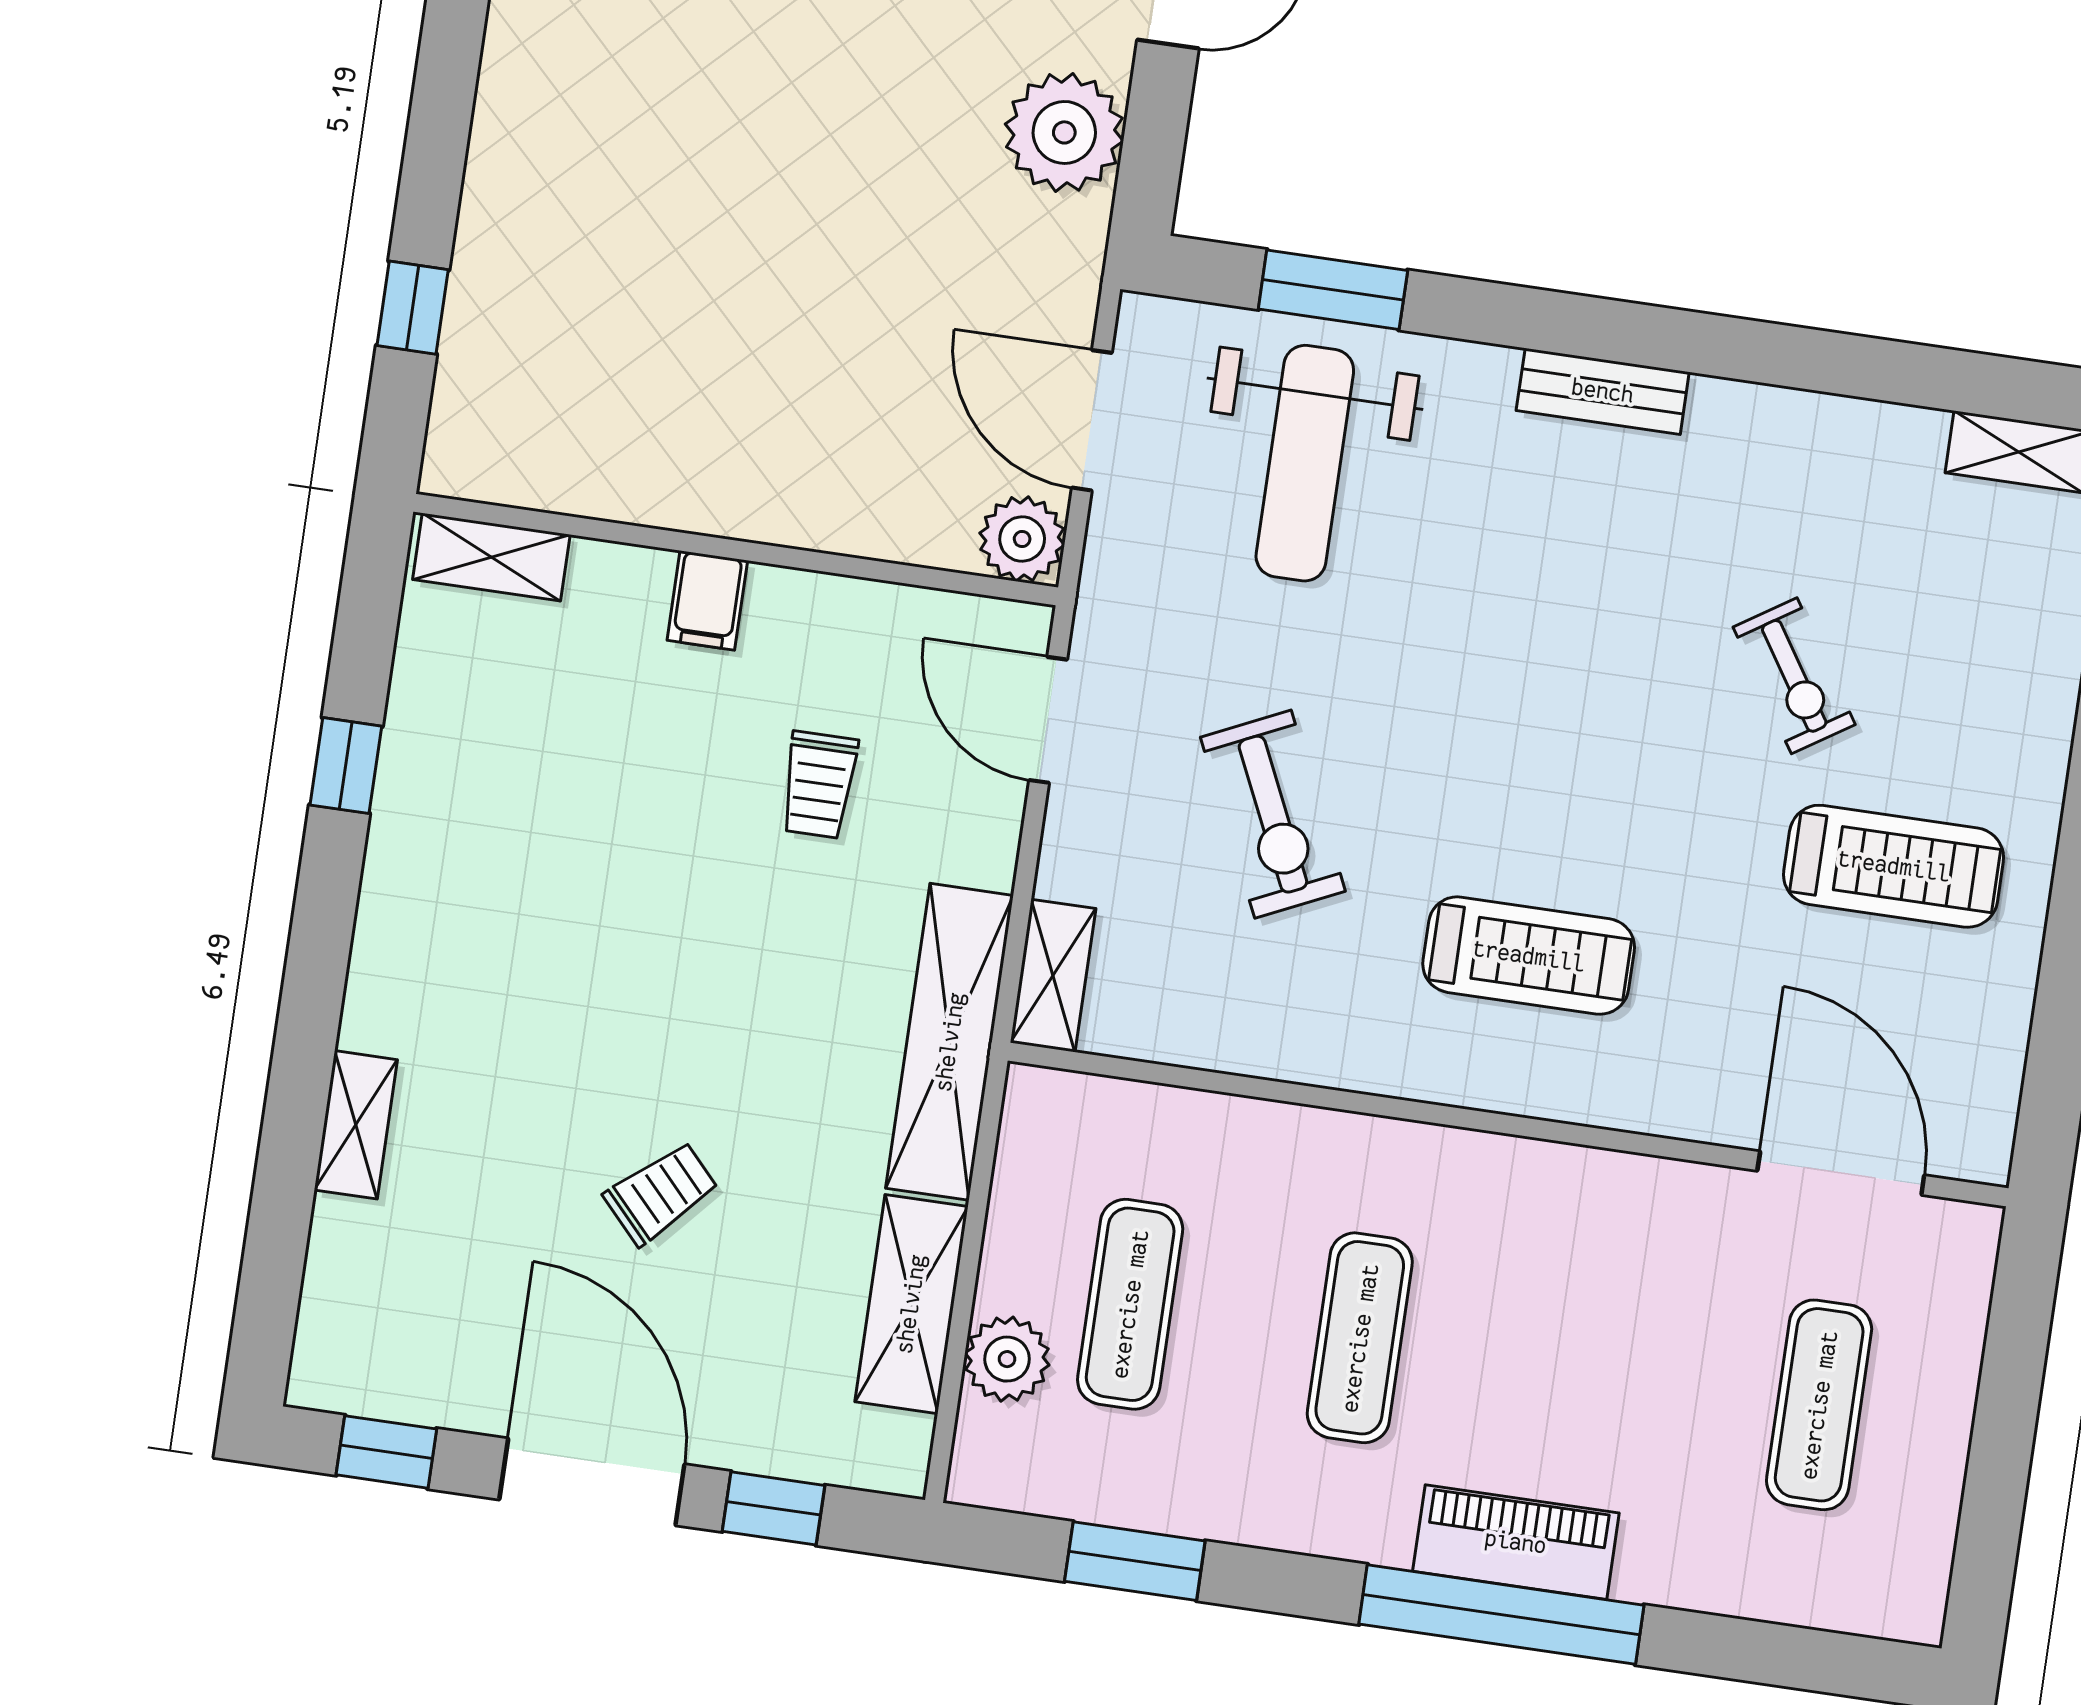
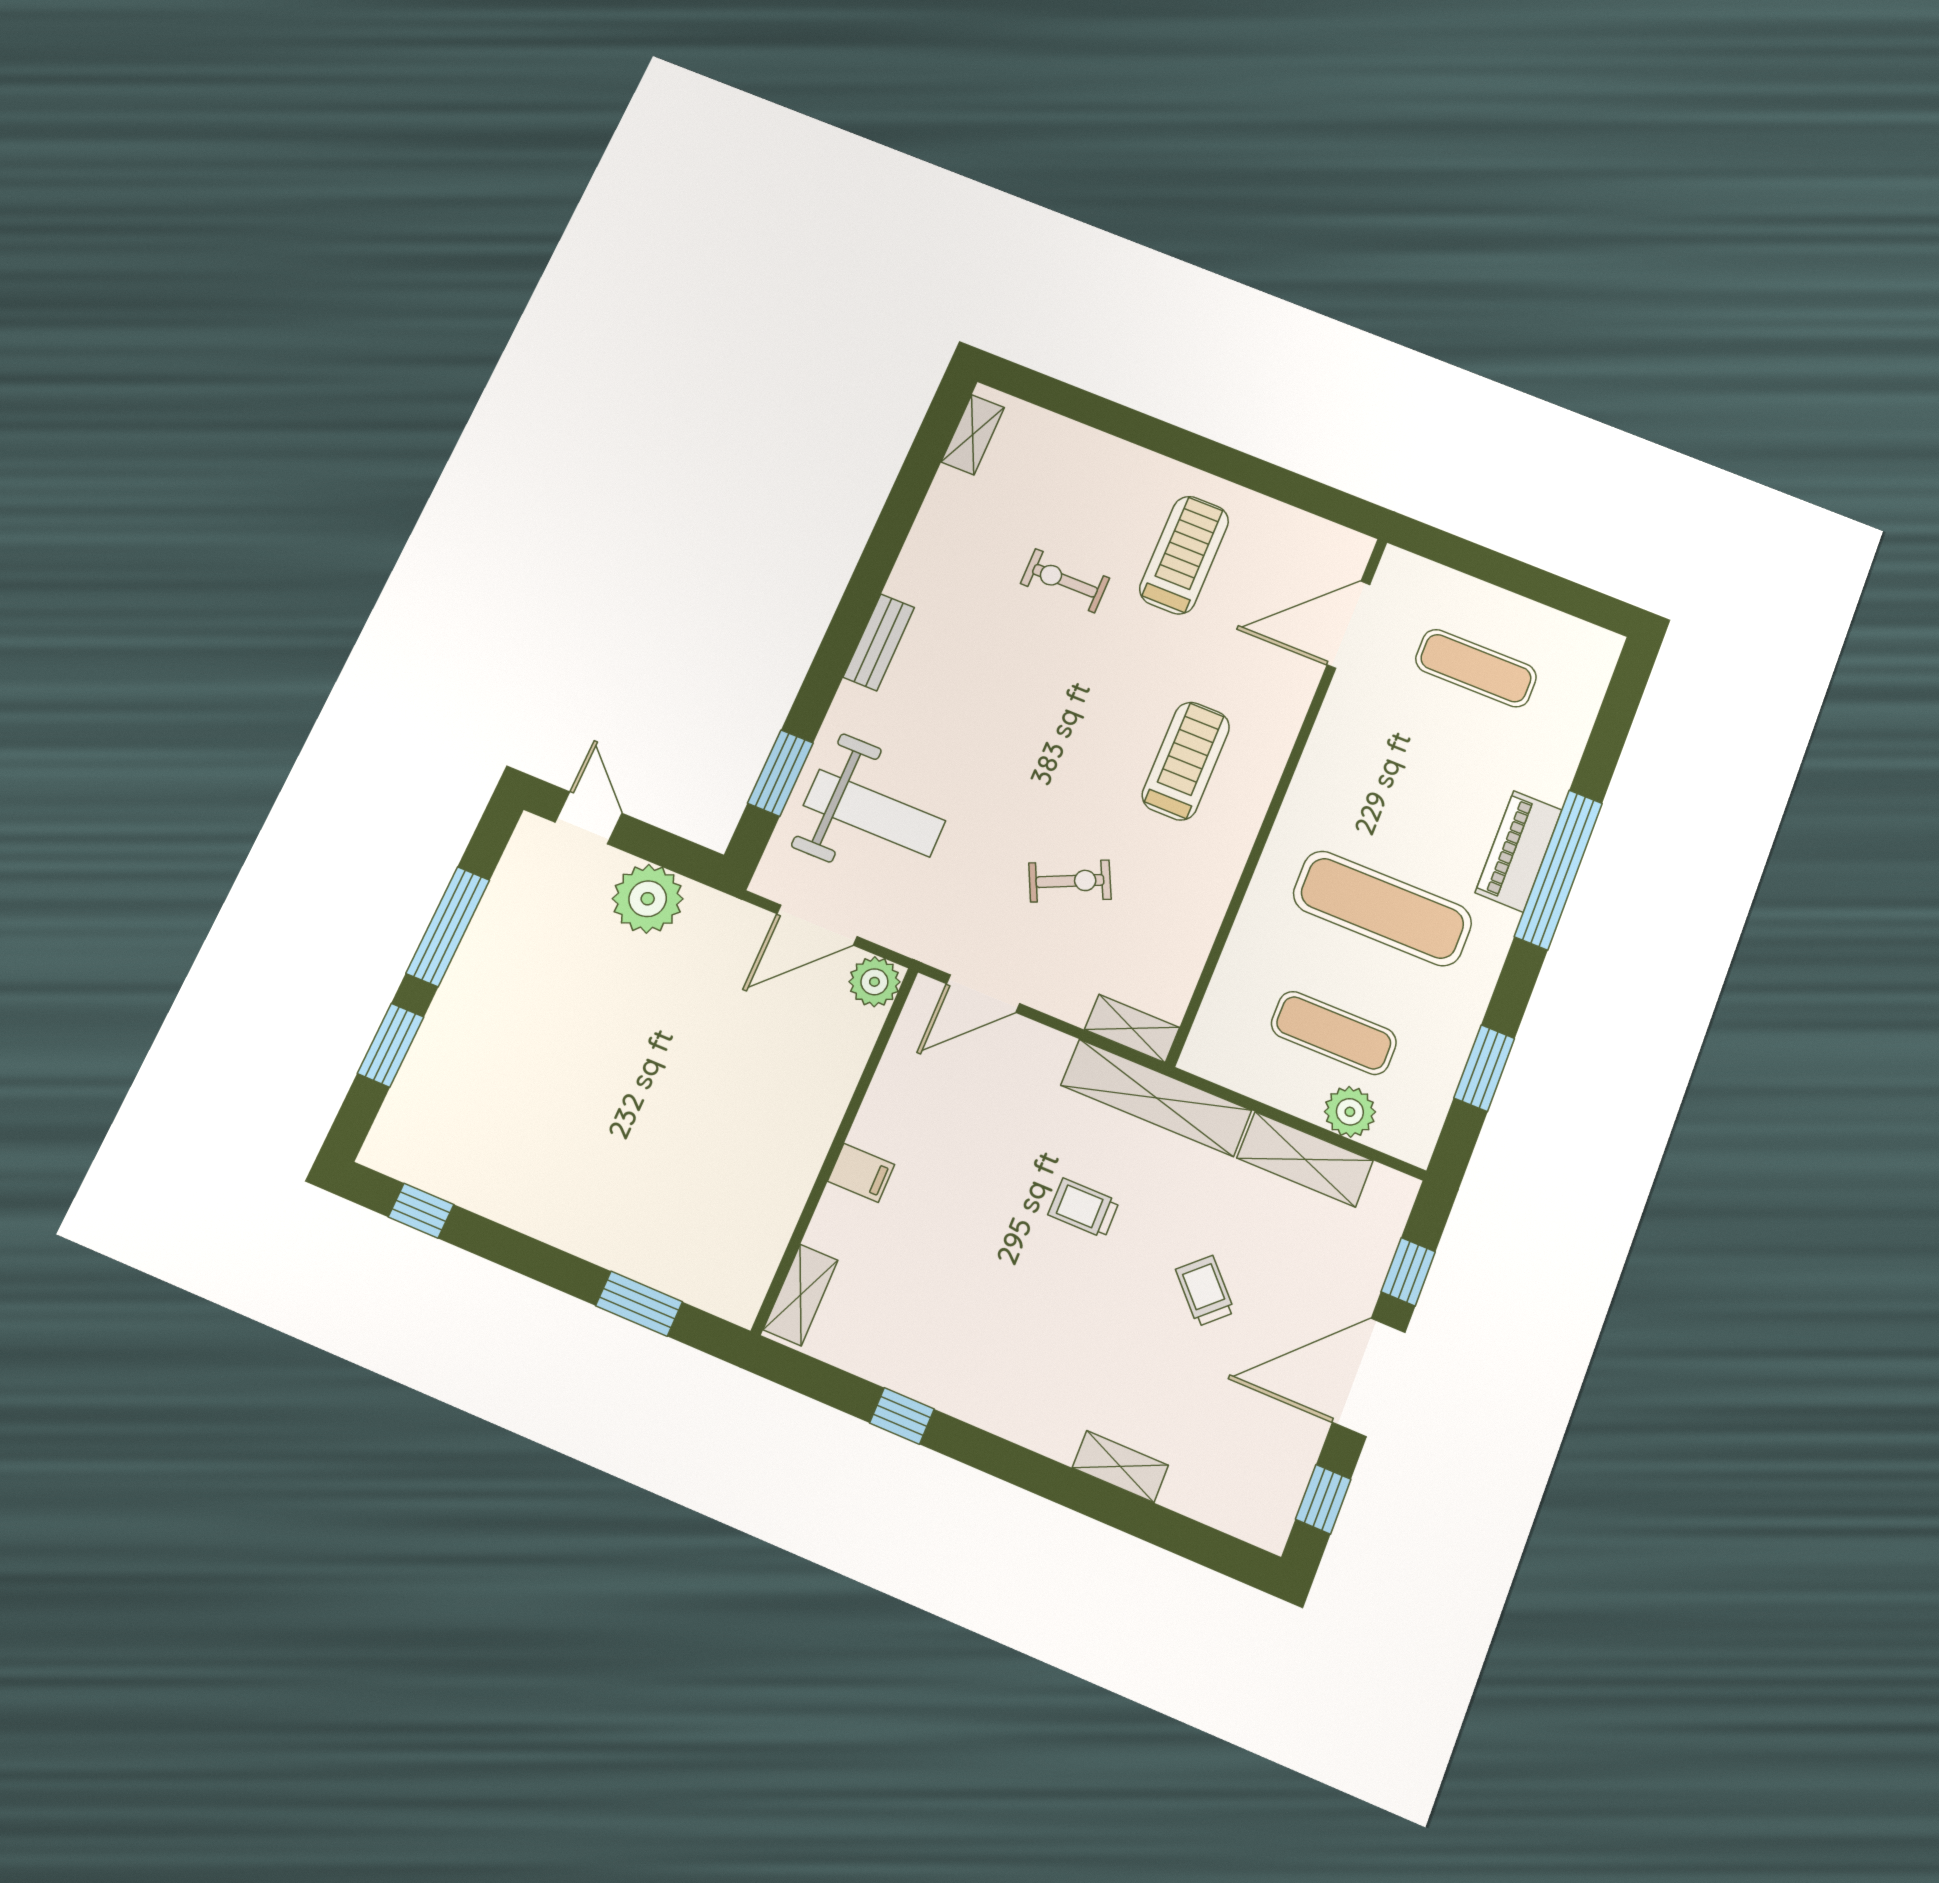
window: (413, 308) -> (639, 1304), width x1.50
exercise bike: (1794, 676) -> (1065, 581), turned -147
trolley: (819, 785) -> (1084, 1208), moved, turned 180
exercise bike: (1273, 814) -> (1070, 881), width x0.73, depth x0.72
exercise mat: (1360, 1338) -> (1382, 908), width x1.36, depth x1.45

